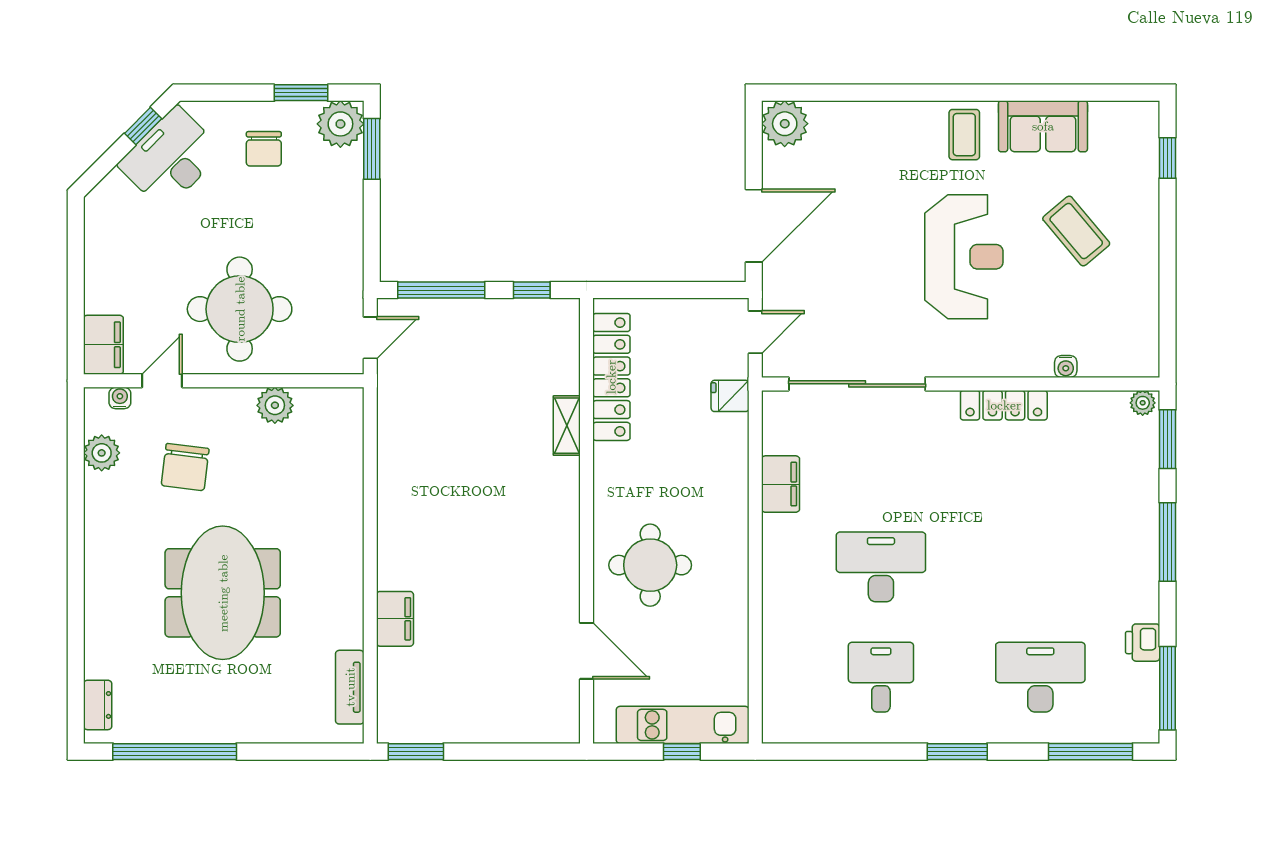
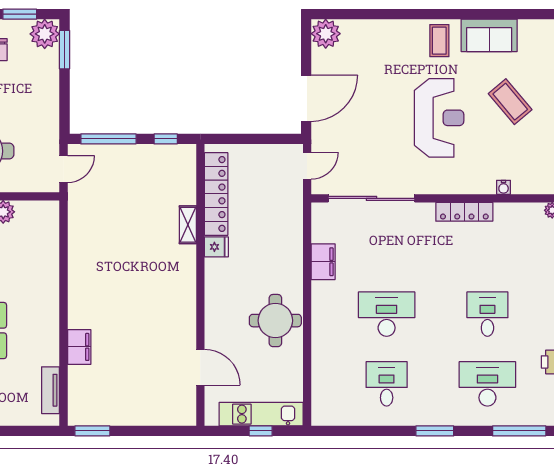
fridge: (730, 396) -> (216, 247), moved, turned 180
round table: (650, 565) -> (275, 321), moved
desk: (1040, 567) -> (487, 314), added

